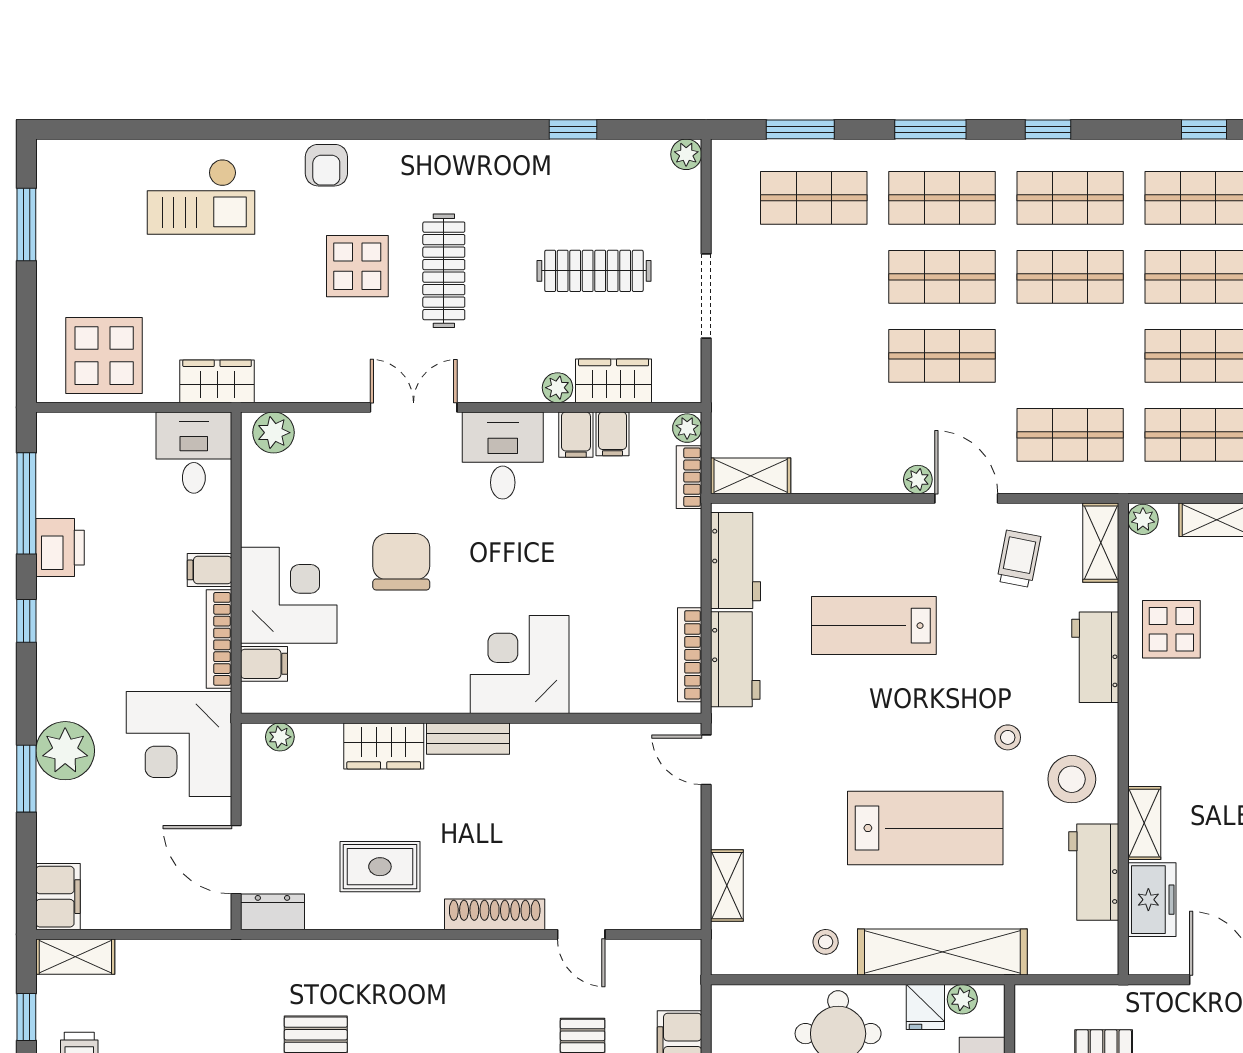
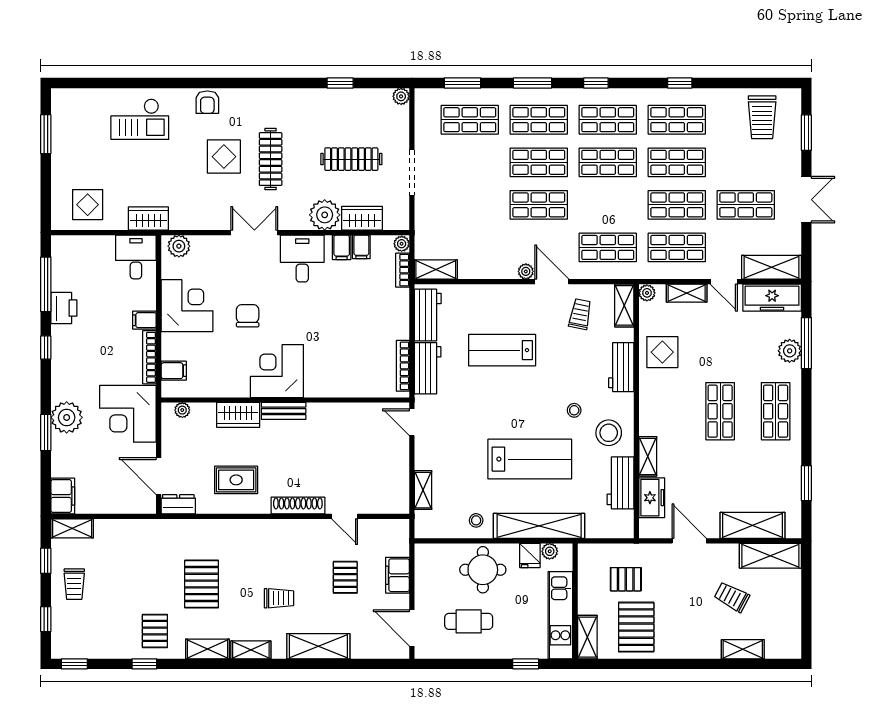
display table: (104, 356) -> (88, 205), width x0.73, depth x0.73
plant: (558, 388) -> (325, 215), width x1.88, depth x1.88
chair: (401, 562) -> (248, 316), width x0.73, depth x0.73
corner desk: (289, 595) -> (187, 306), moved
corner desk: (520, 665) -> (277, 371), moved

